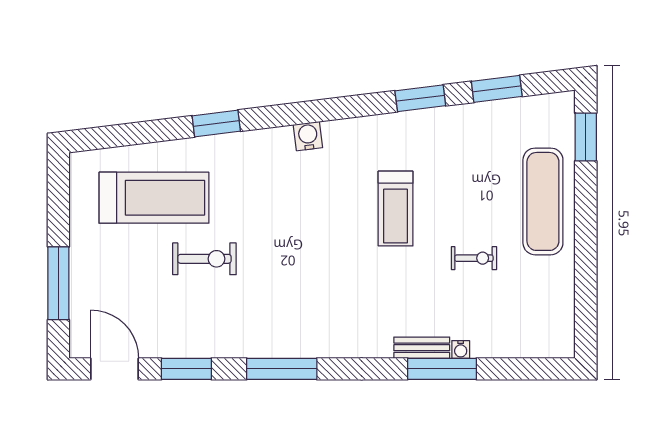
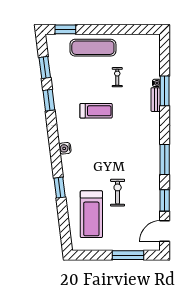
treadmill: (154, 198) -> (91, 214), turned 180

